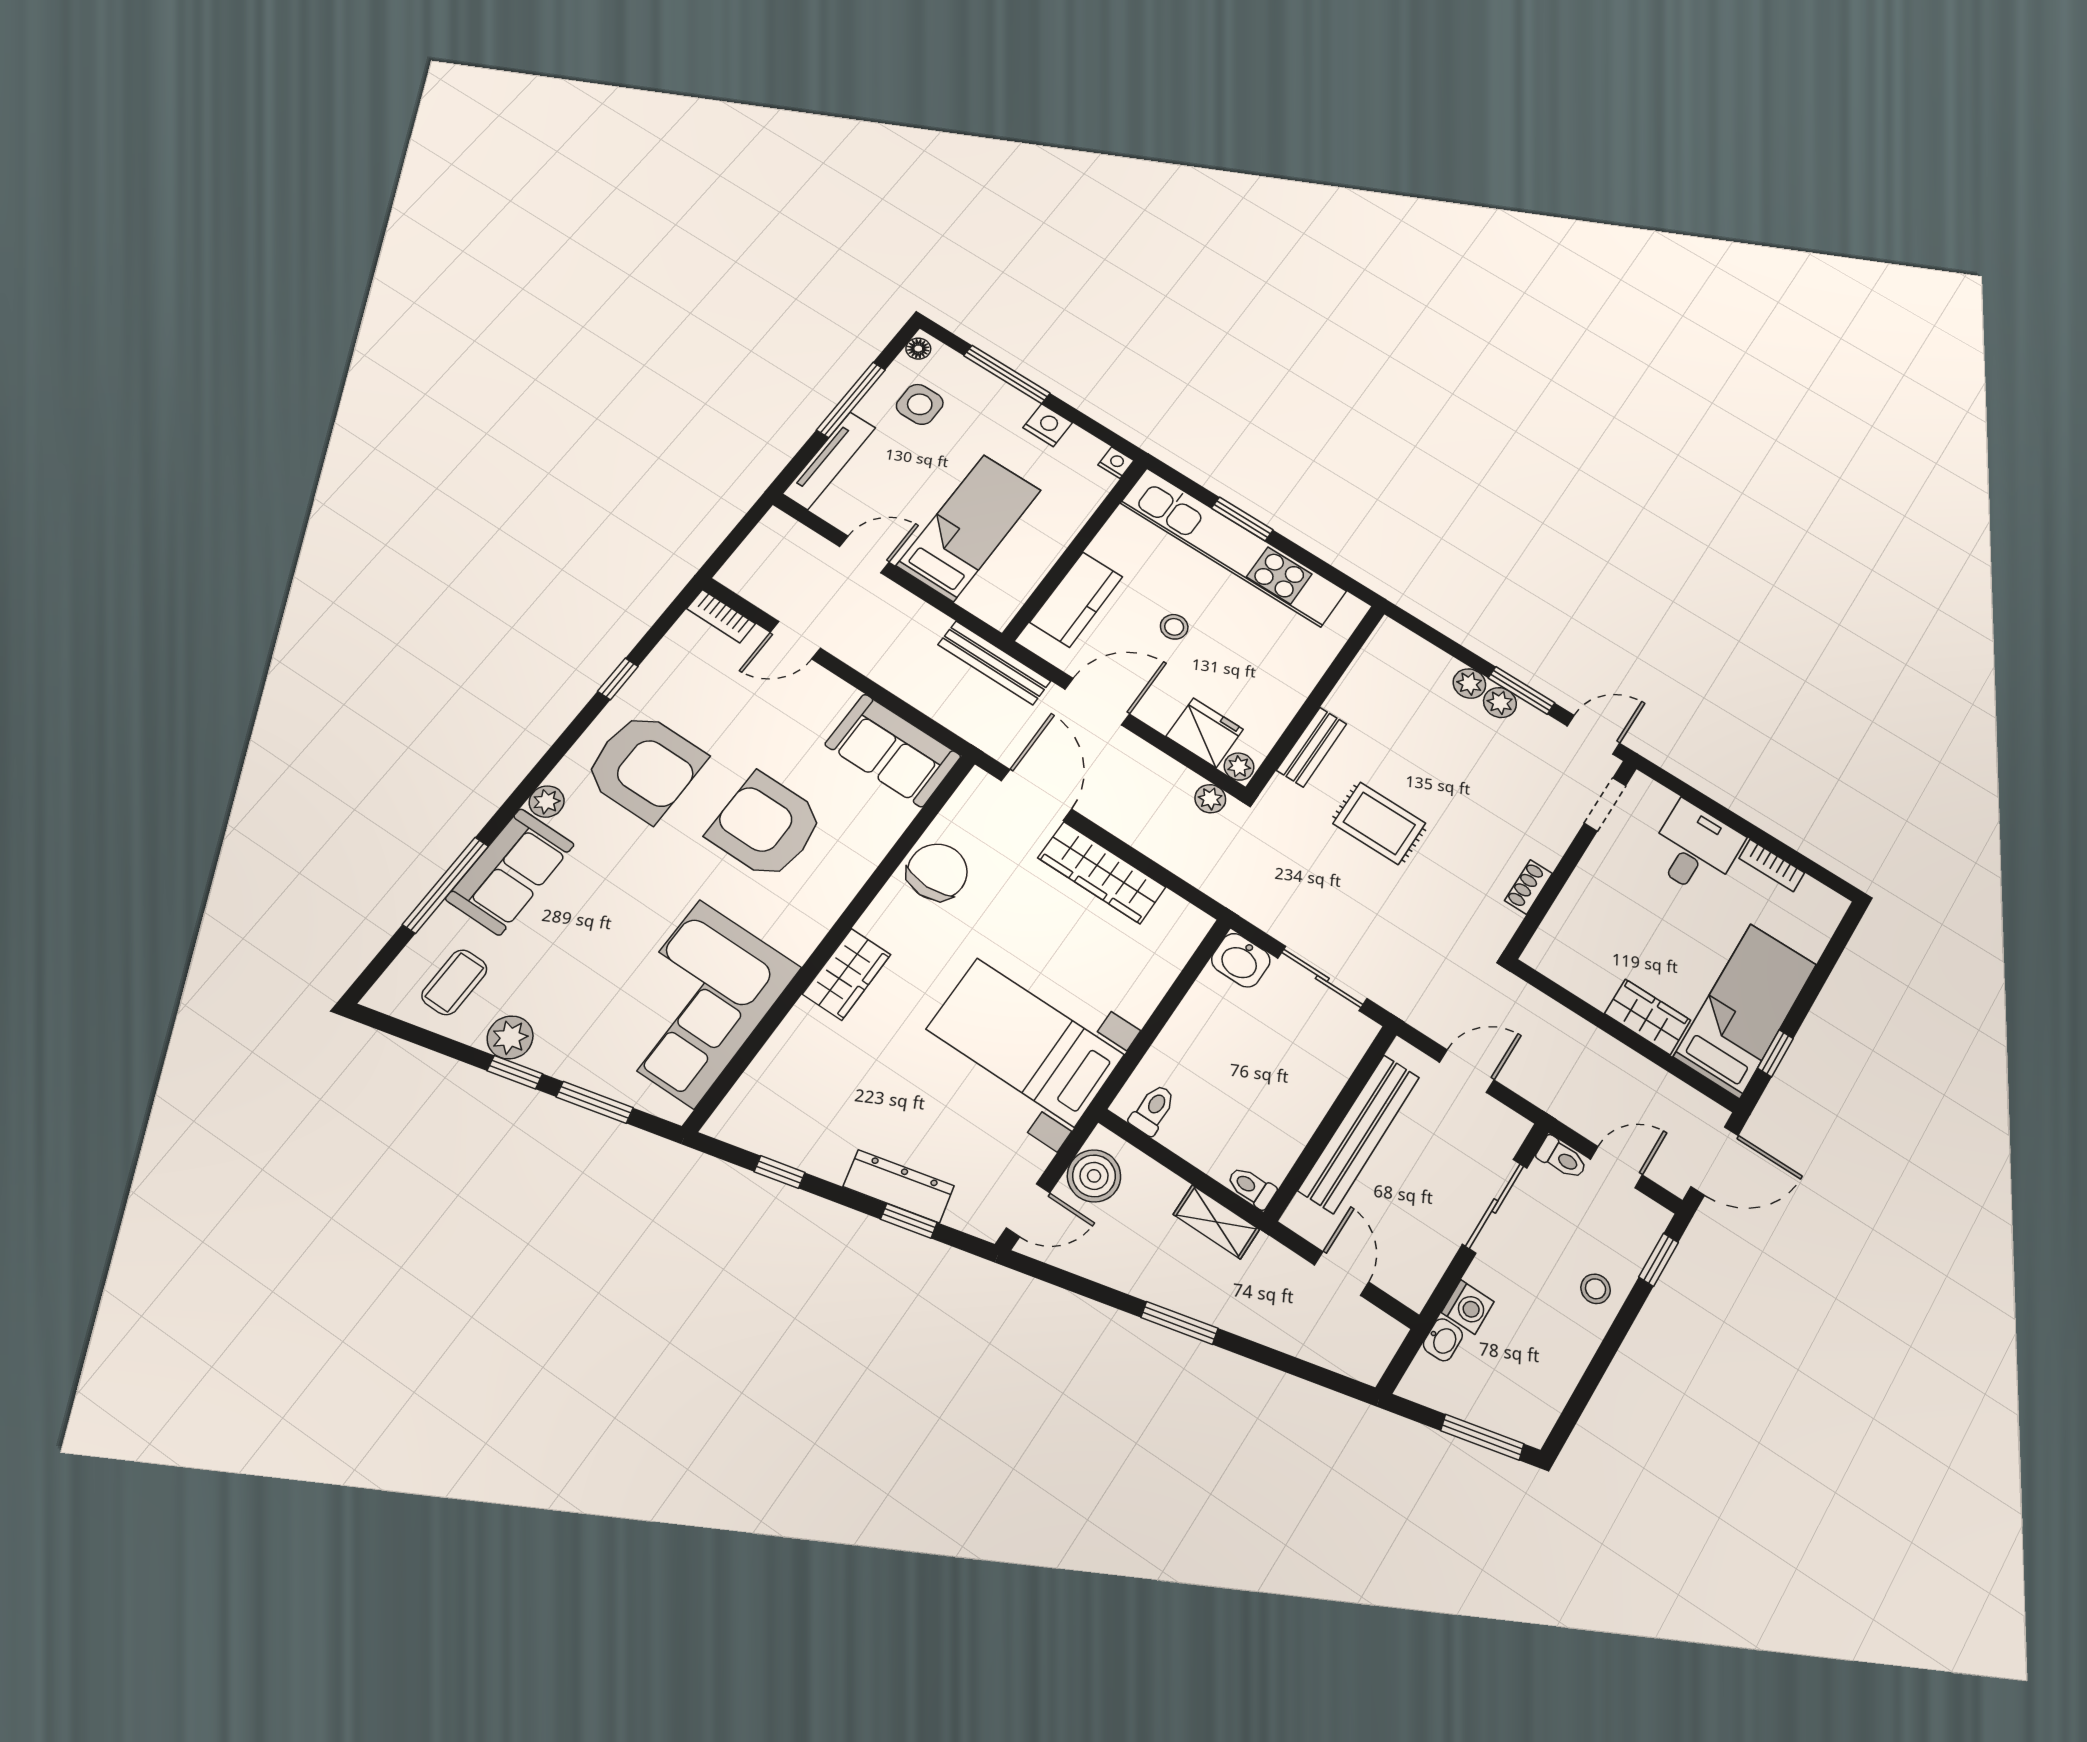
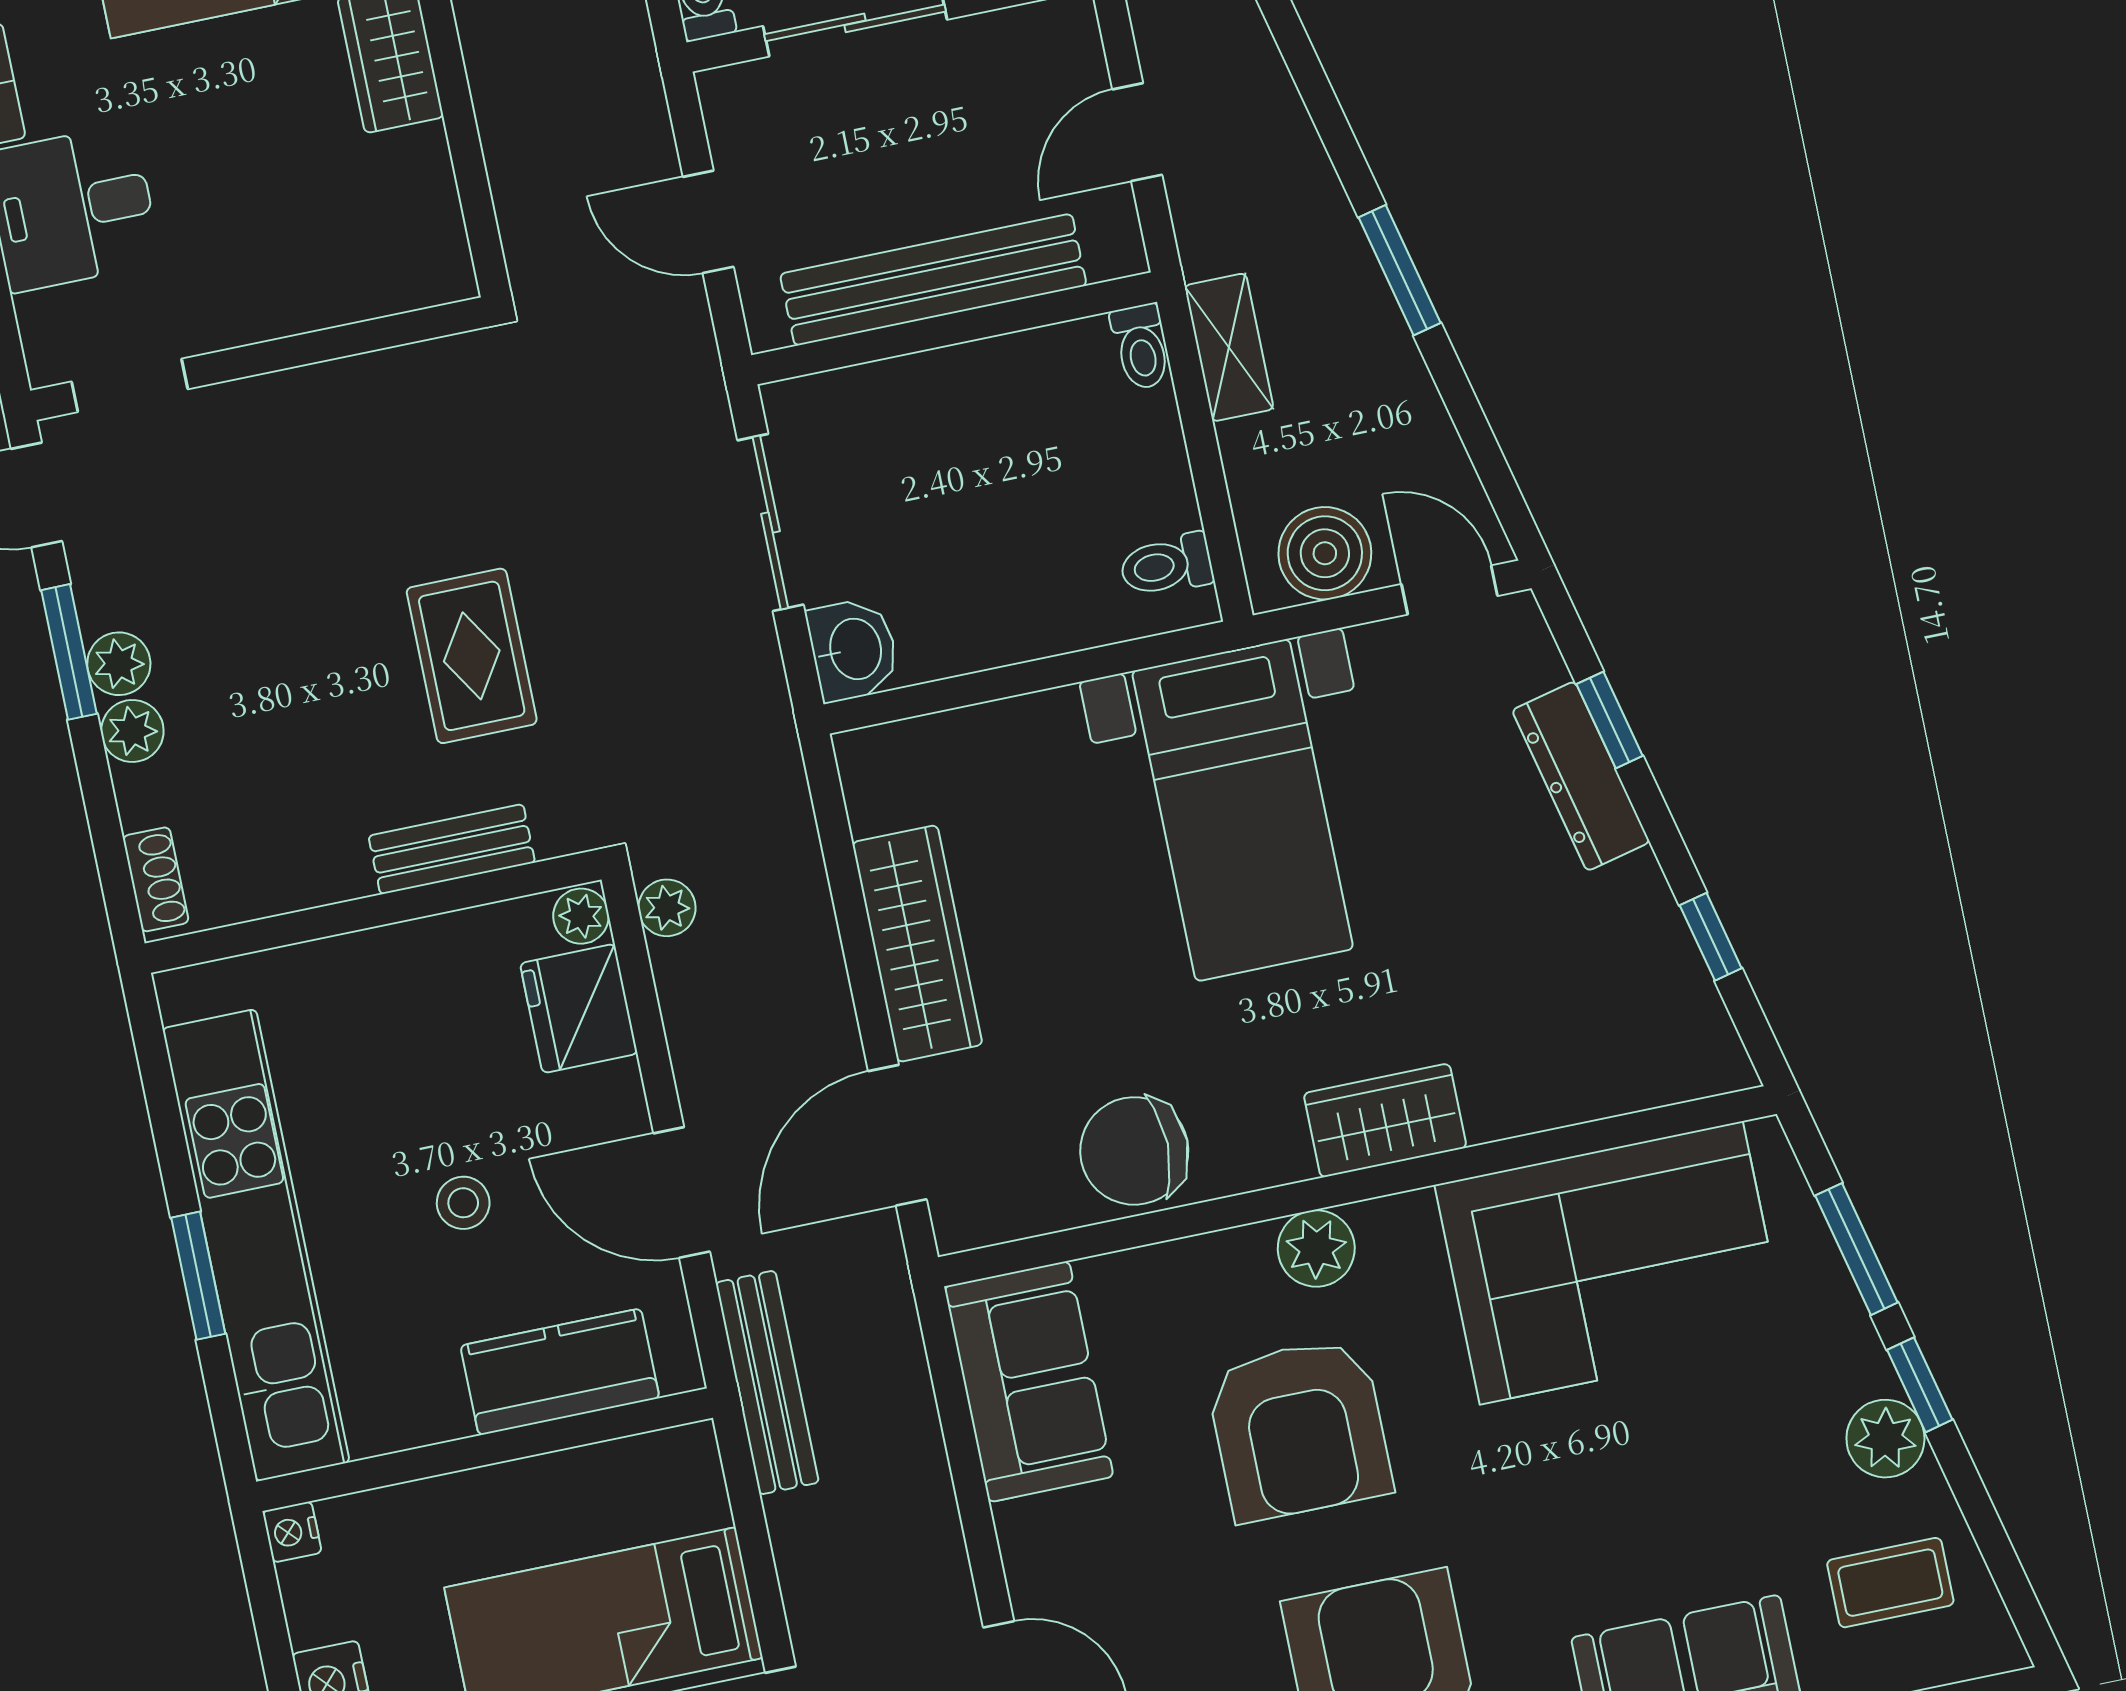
shoe rack: (1528, 887) -> (156, 879), moved, turned -90
plant: (826, 900) -> (1316, 1248), added

